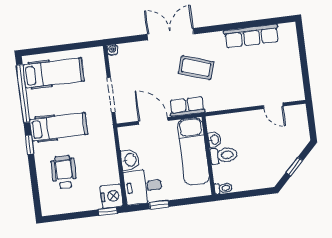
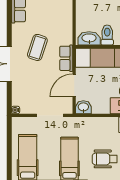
washbasin: (214, 140) -> (89, 38), width x1.91, depth x1.45
washbasin: (130, 160) -> (83, 107), moved

